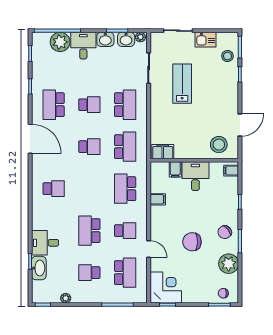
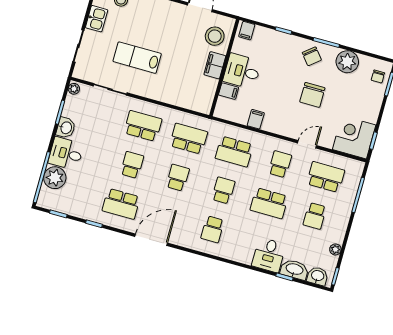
washbasin: (126, 39) -> (318, 276), moved, turned -90
filing cabinet: (163, 152) -> (215, 65), moved
school desk: (54, 189) -> (213, 229), turned 180
school desk: (89, 189) -> (223, 190), added

